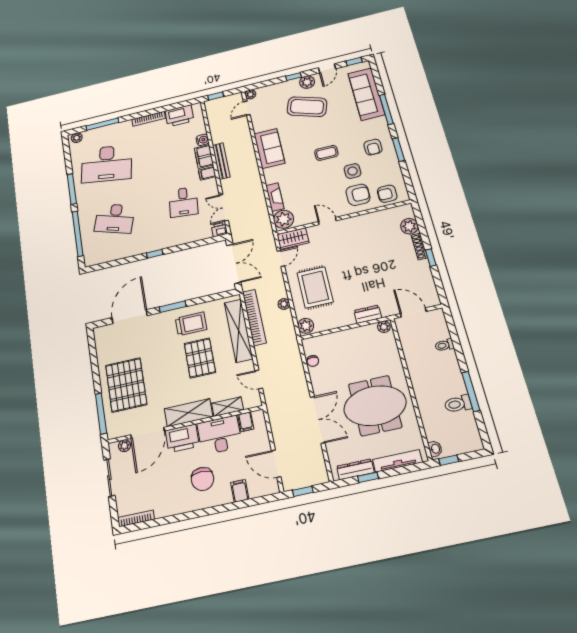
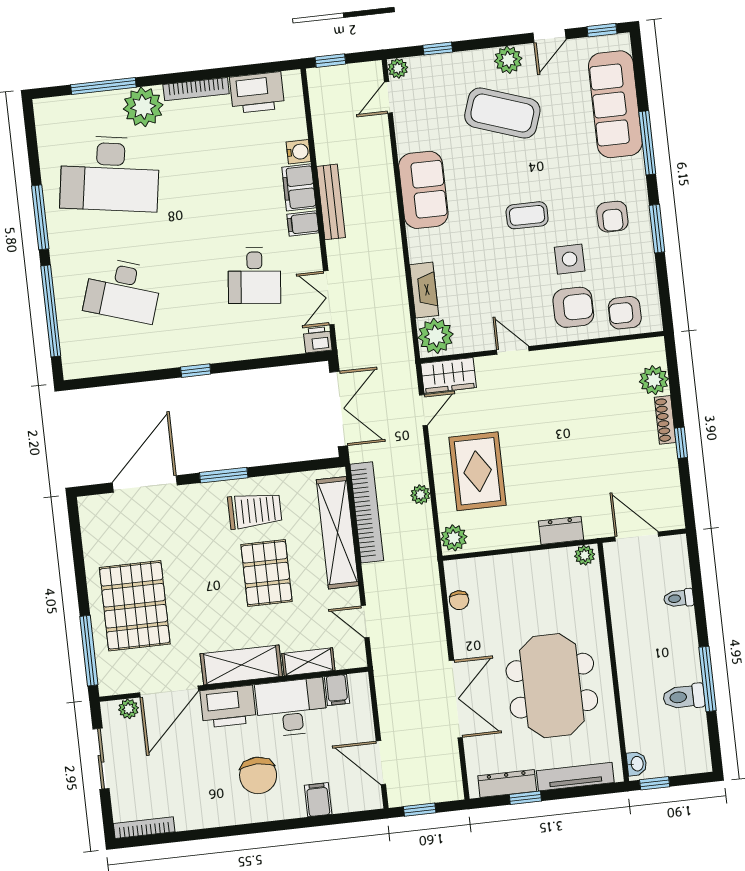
window: (293, 77) -> (438, 49), moved
plant: (77, 138) -> (143, 107), moved, width x1.87, depth x1.87
meeting table: (375, 406) -> (552, 686), turned 90

